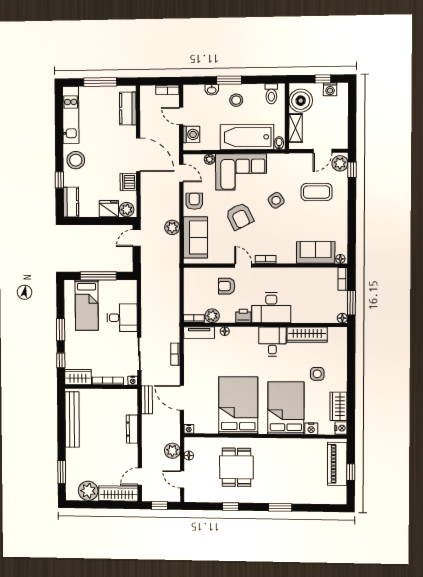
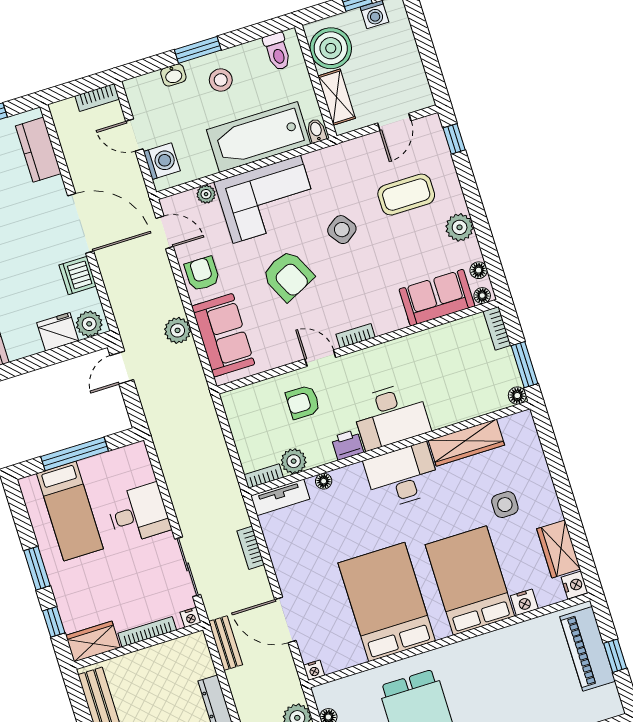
plant: (340, 163) -> (460, 227), moved
floor lamp: (343, 245) -> (479, 270), added
desk: (272, 342) -> (402, 476), width x1.37

